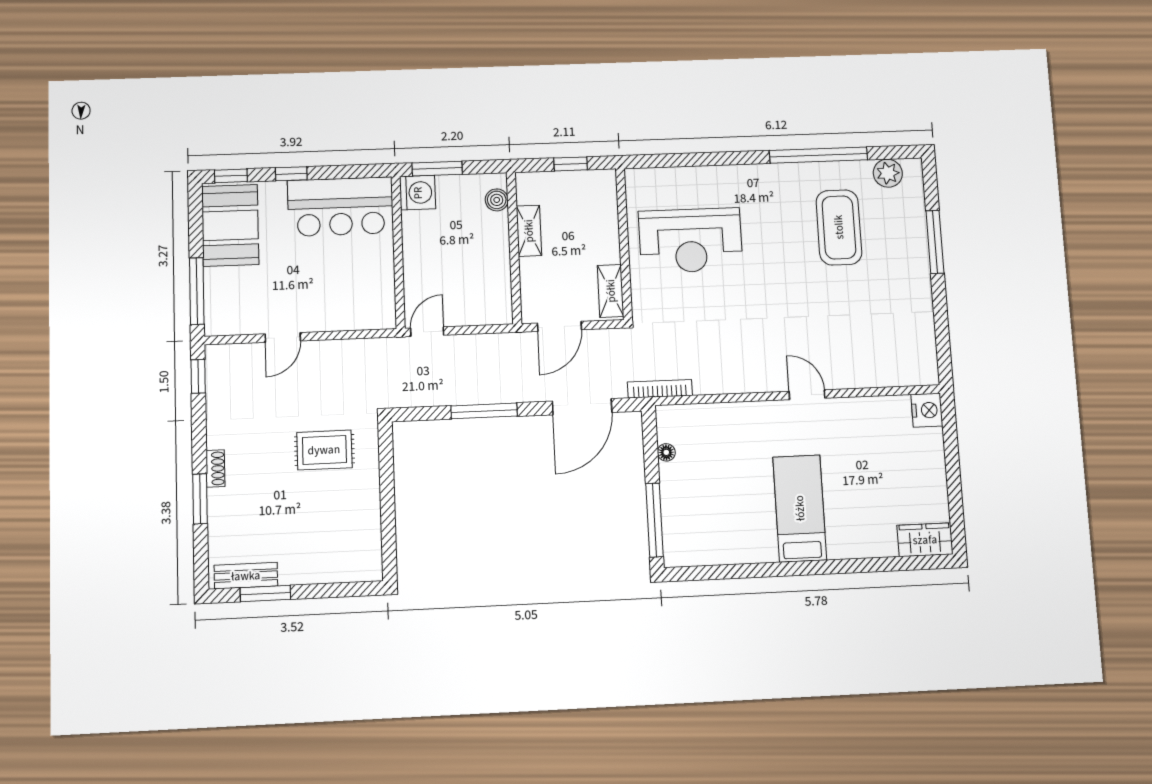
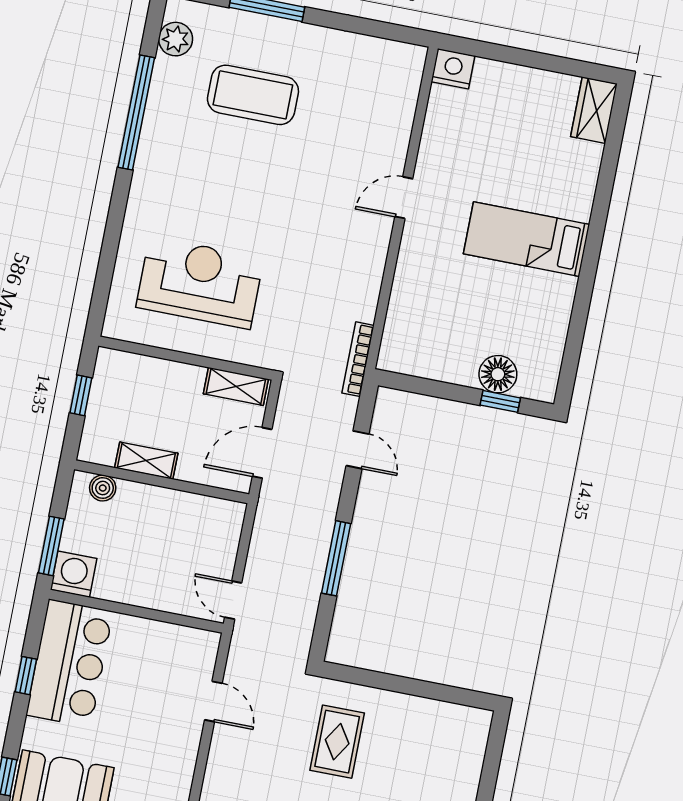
window: (291, 174) -> (26, 676), moved
coffee table: (839, 227) -> (253, 95), moved
reception desk: (690, 240) -> (200, 283), turned -90
door: (559, 326) -> (262, 453), swing flipped
door: (283, 337) -> (213, 702), moved
door: (582, 407) -> (357, 450), width x0.53
floor lamp: (666, 452) -> (498, 374), moved, width x1.89, depth x1.89
window: (654, 520) -> (500, 401), width x0.46

